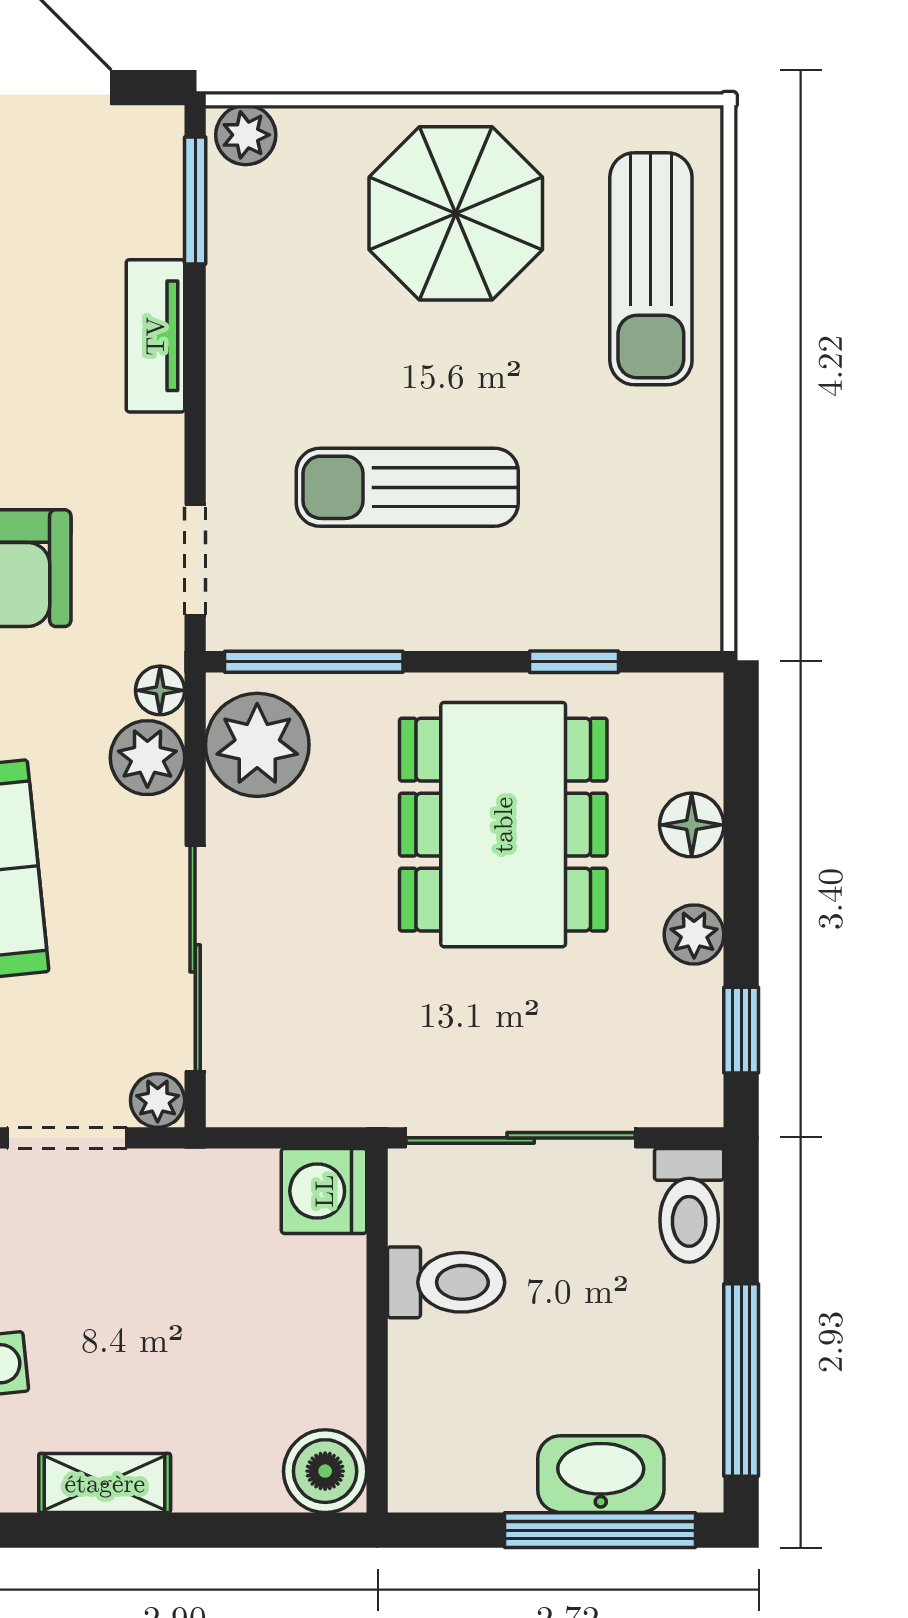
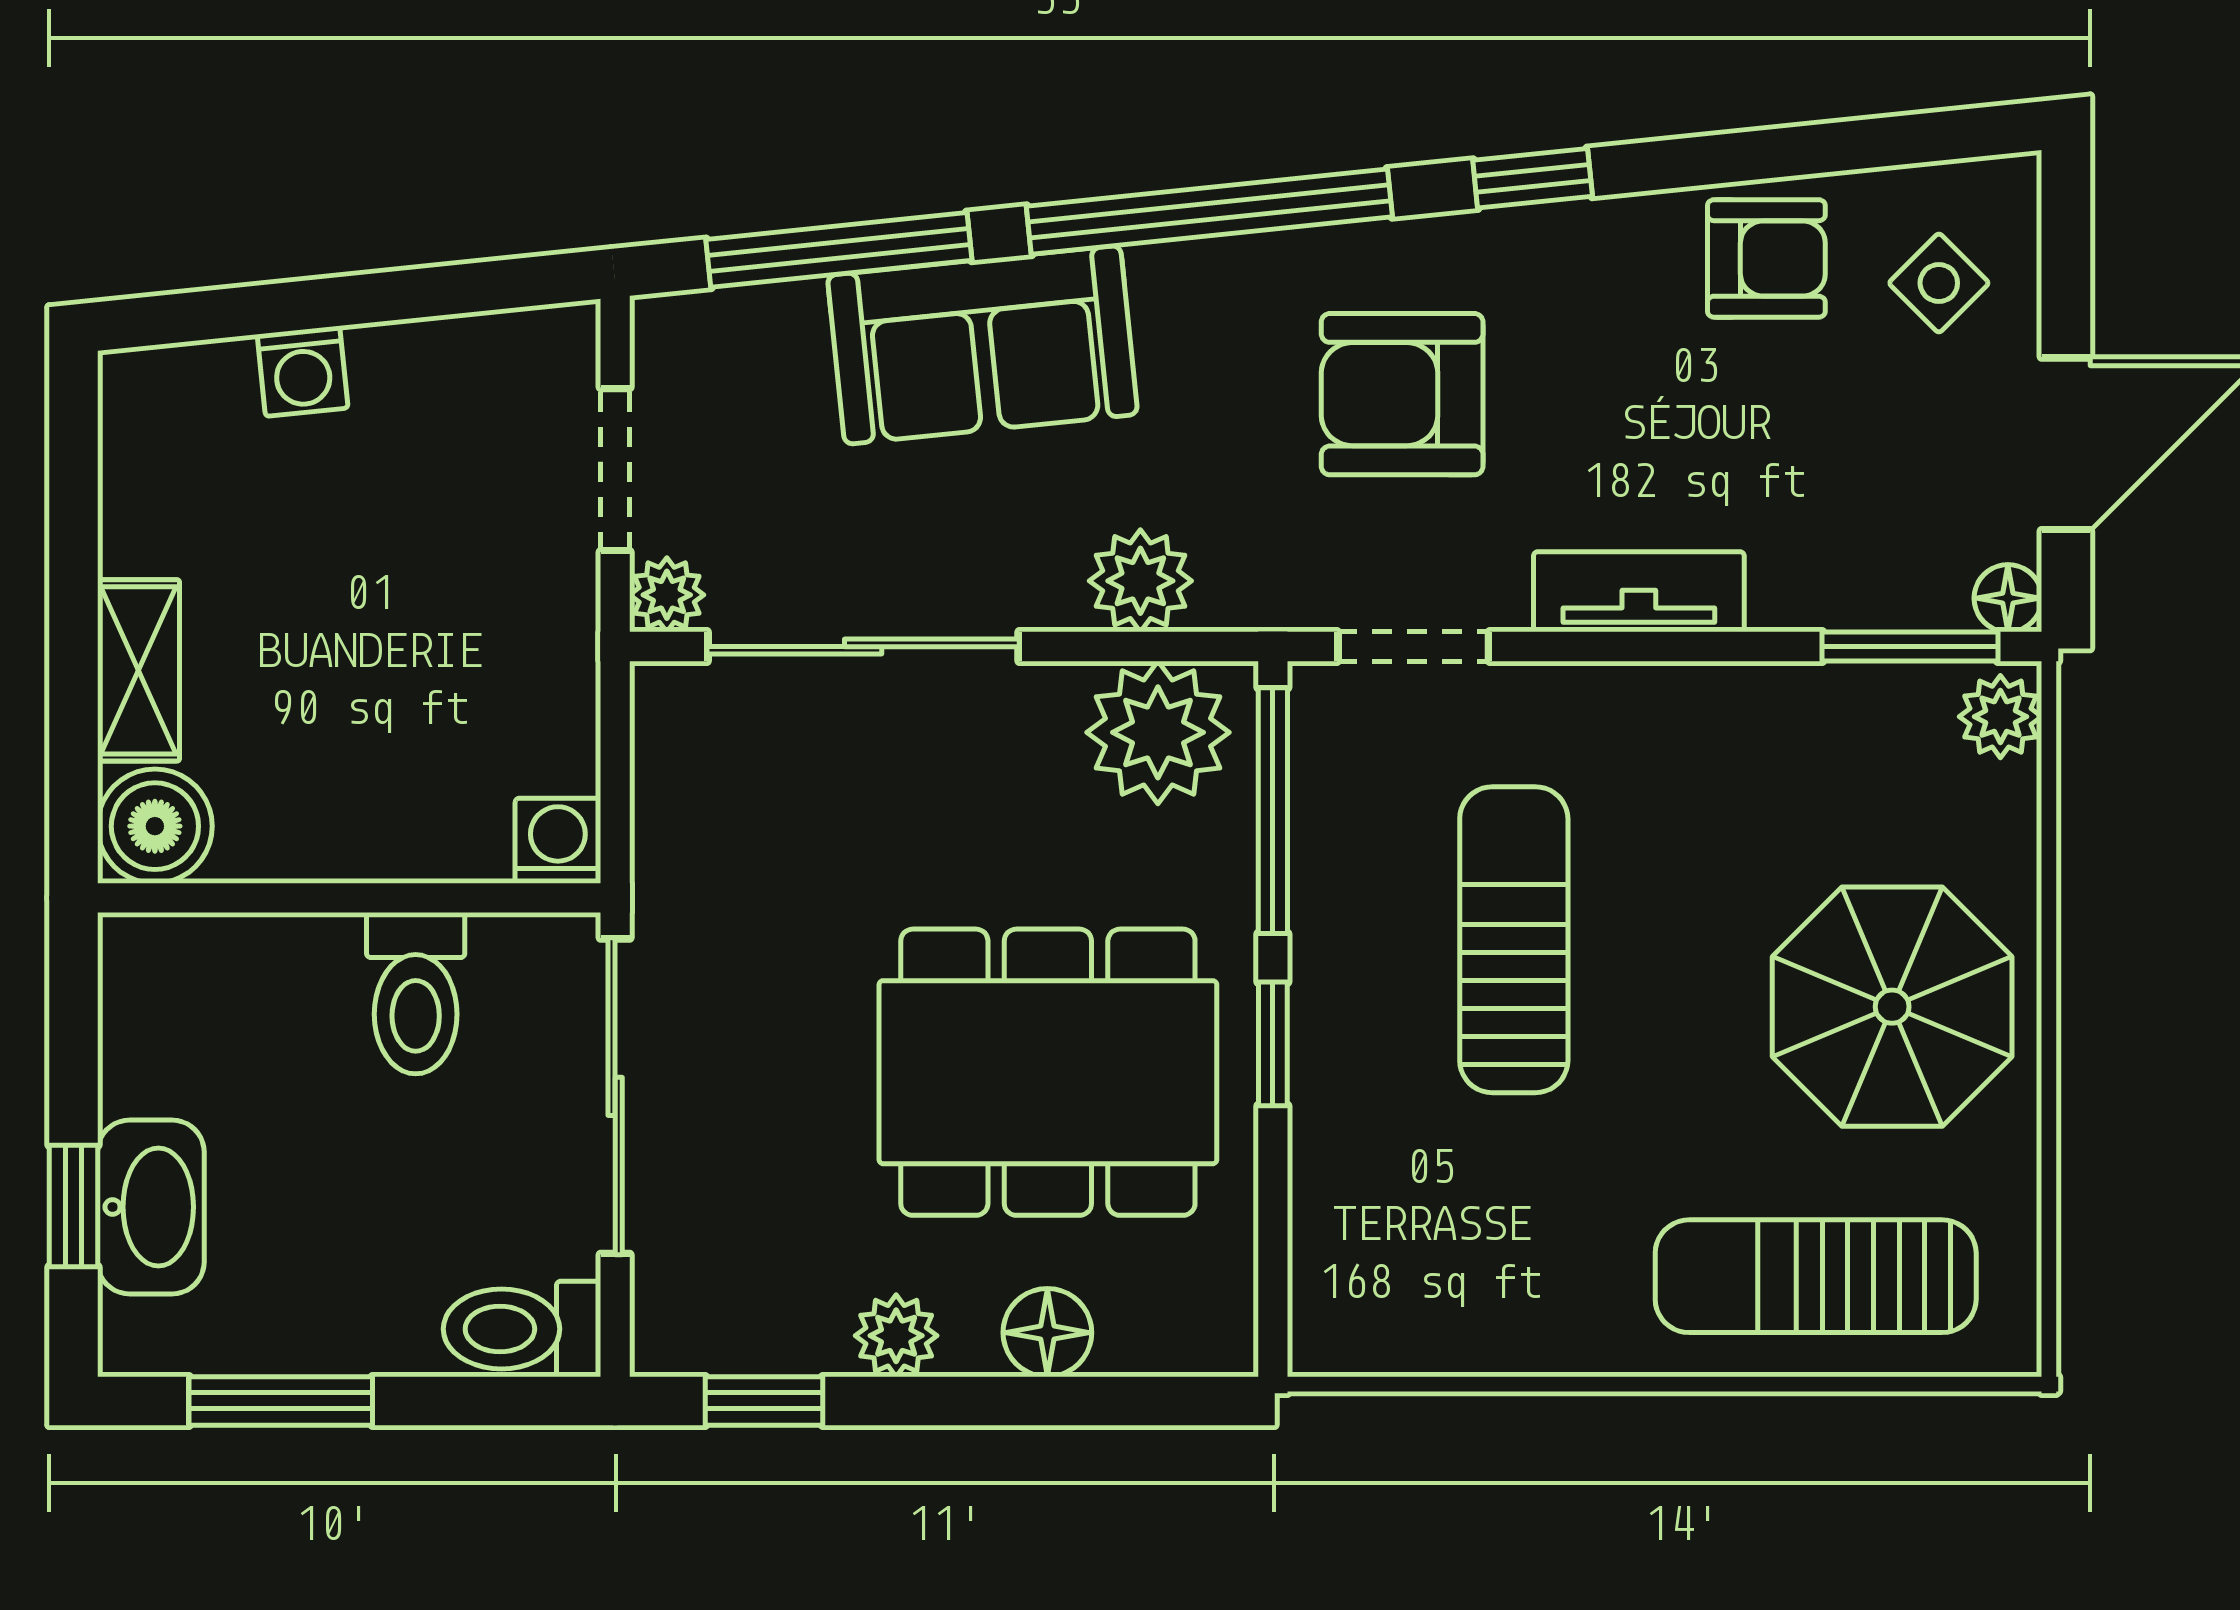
tv unit: (155, 336) -> (1639, 592), moved
window: (574, 662) -> (1273, 1044), moved
floor lamp: (160, 690) -> (2008, 598), moved
washing machine: (324, 1191) -> (558, 841), width x0.73, depth x0.73
window: (741, 1380) -> (281, 1401), width x0.69
shelving: (105, 1483) -> (138, 670), moved
window: (600, 1530) -> (73, 1206), width x0.46

